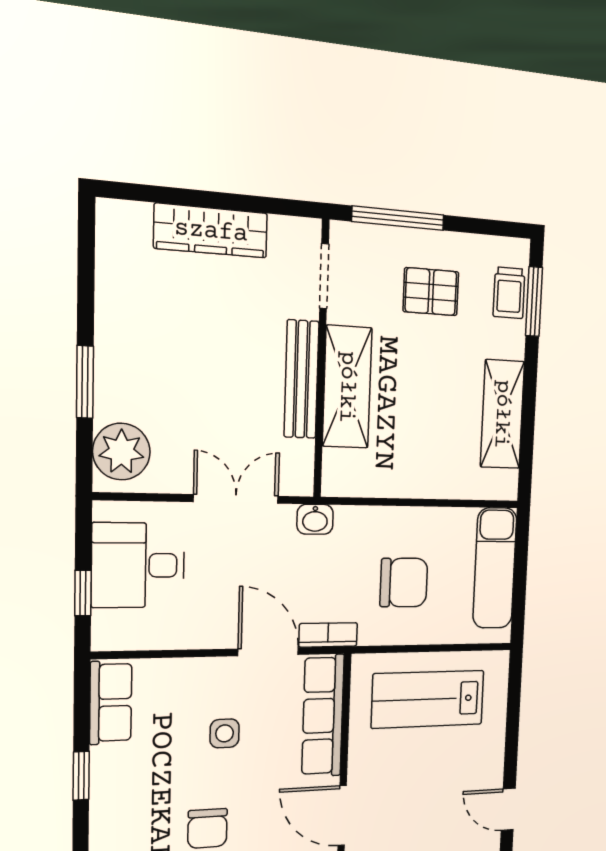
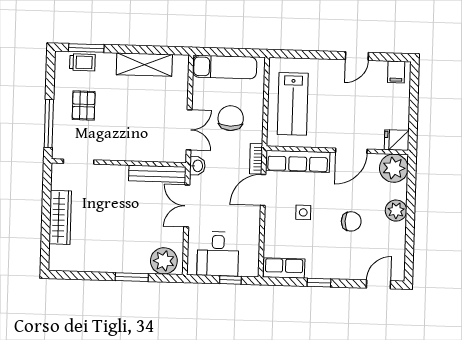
bench: (301, 379) -> (157, 174), moved
shelving: (347, 387) -> (132, 149), removed
double door: (383, 502) -> (189, 130), added

